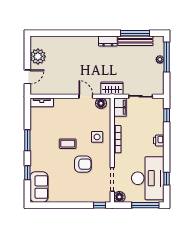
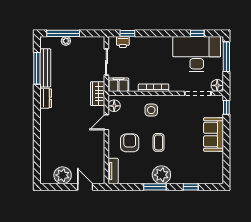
printer: (159, 141) -> (123, 42), moved
plant: (38, 146) -> (161, 175), added
armchair: (83, 164) -> (130, 143), moved
sofa: (39, 187) -> (214, 135), moved, turned -90

